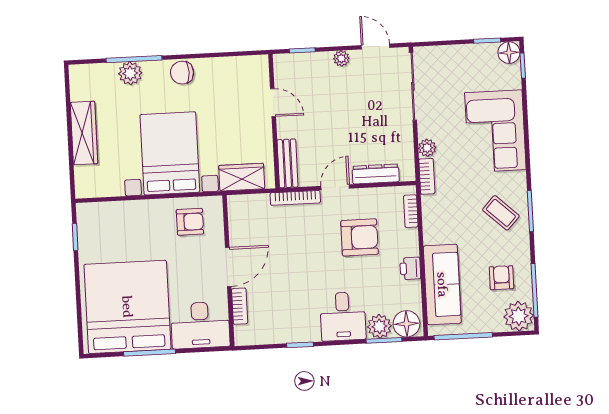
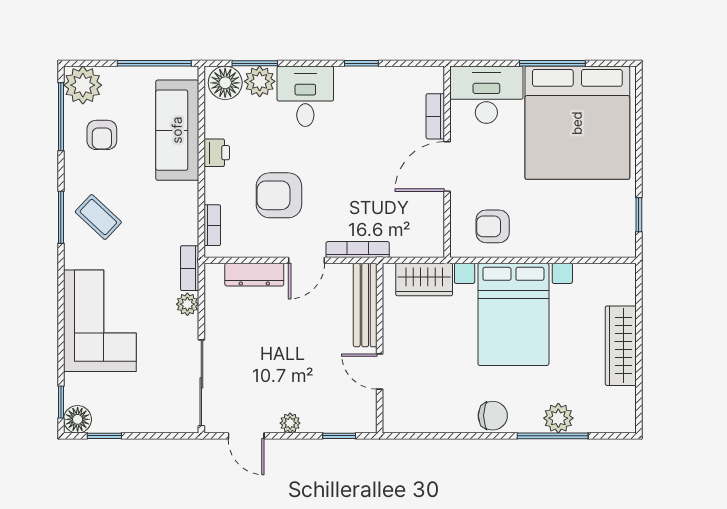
bench: (288, 163) -> (365, 305), width x1.36

